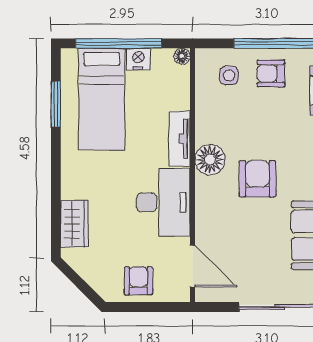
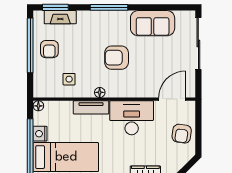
side table: (229, 75) -> (69, 79), moved
floor lamp: (210, 160) -> (100, 92), width x0.53, depth x0.53
armchair: (138, 281) -> (182, 134), turned -82

